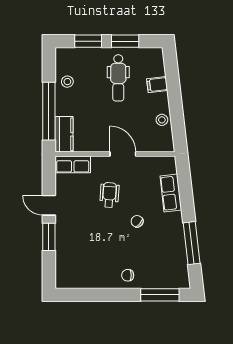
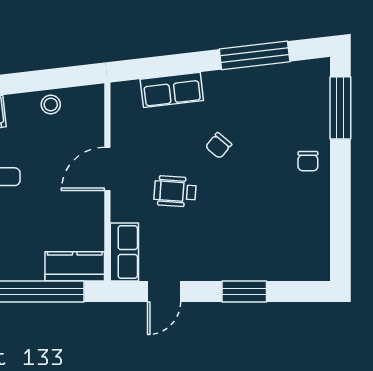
door: (49, 205) -> (164, 292), moved

